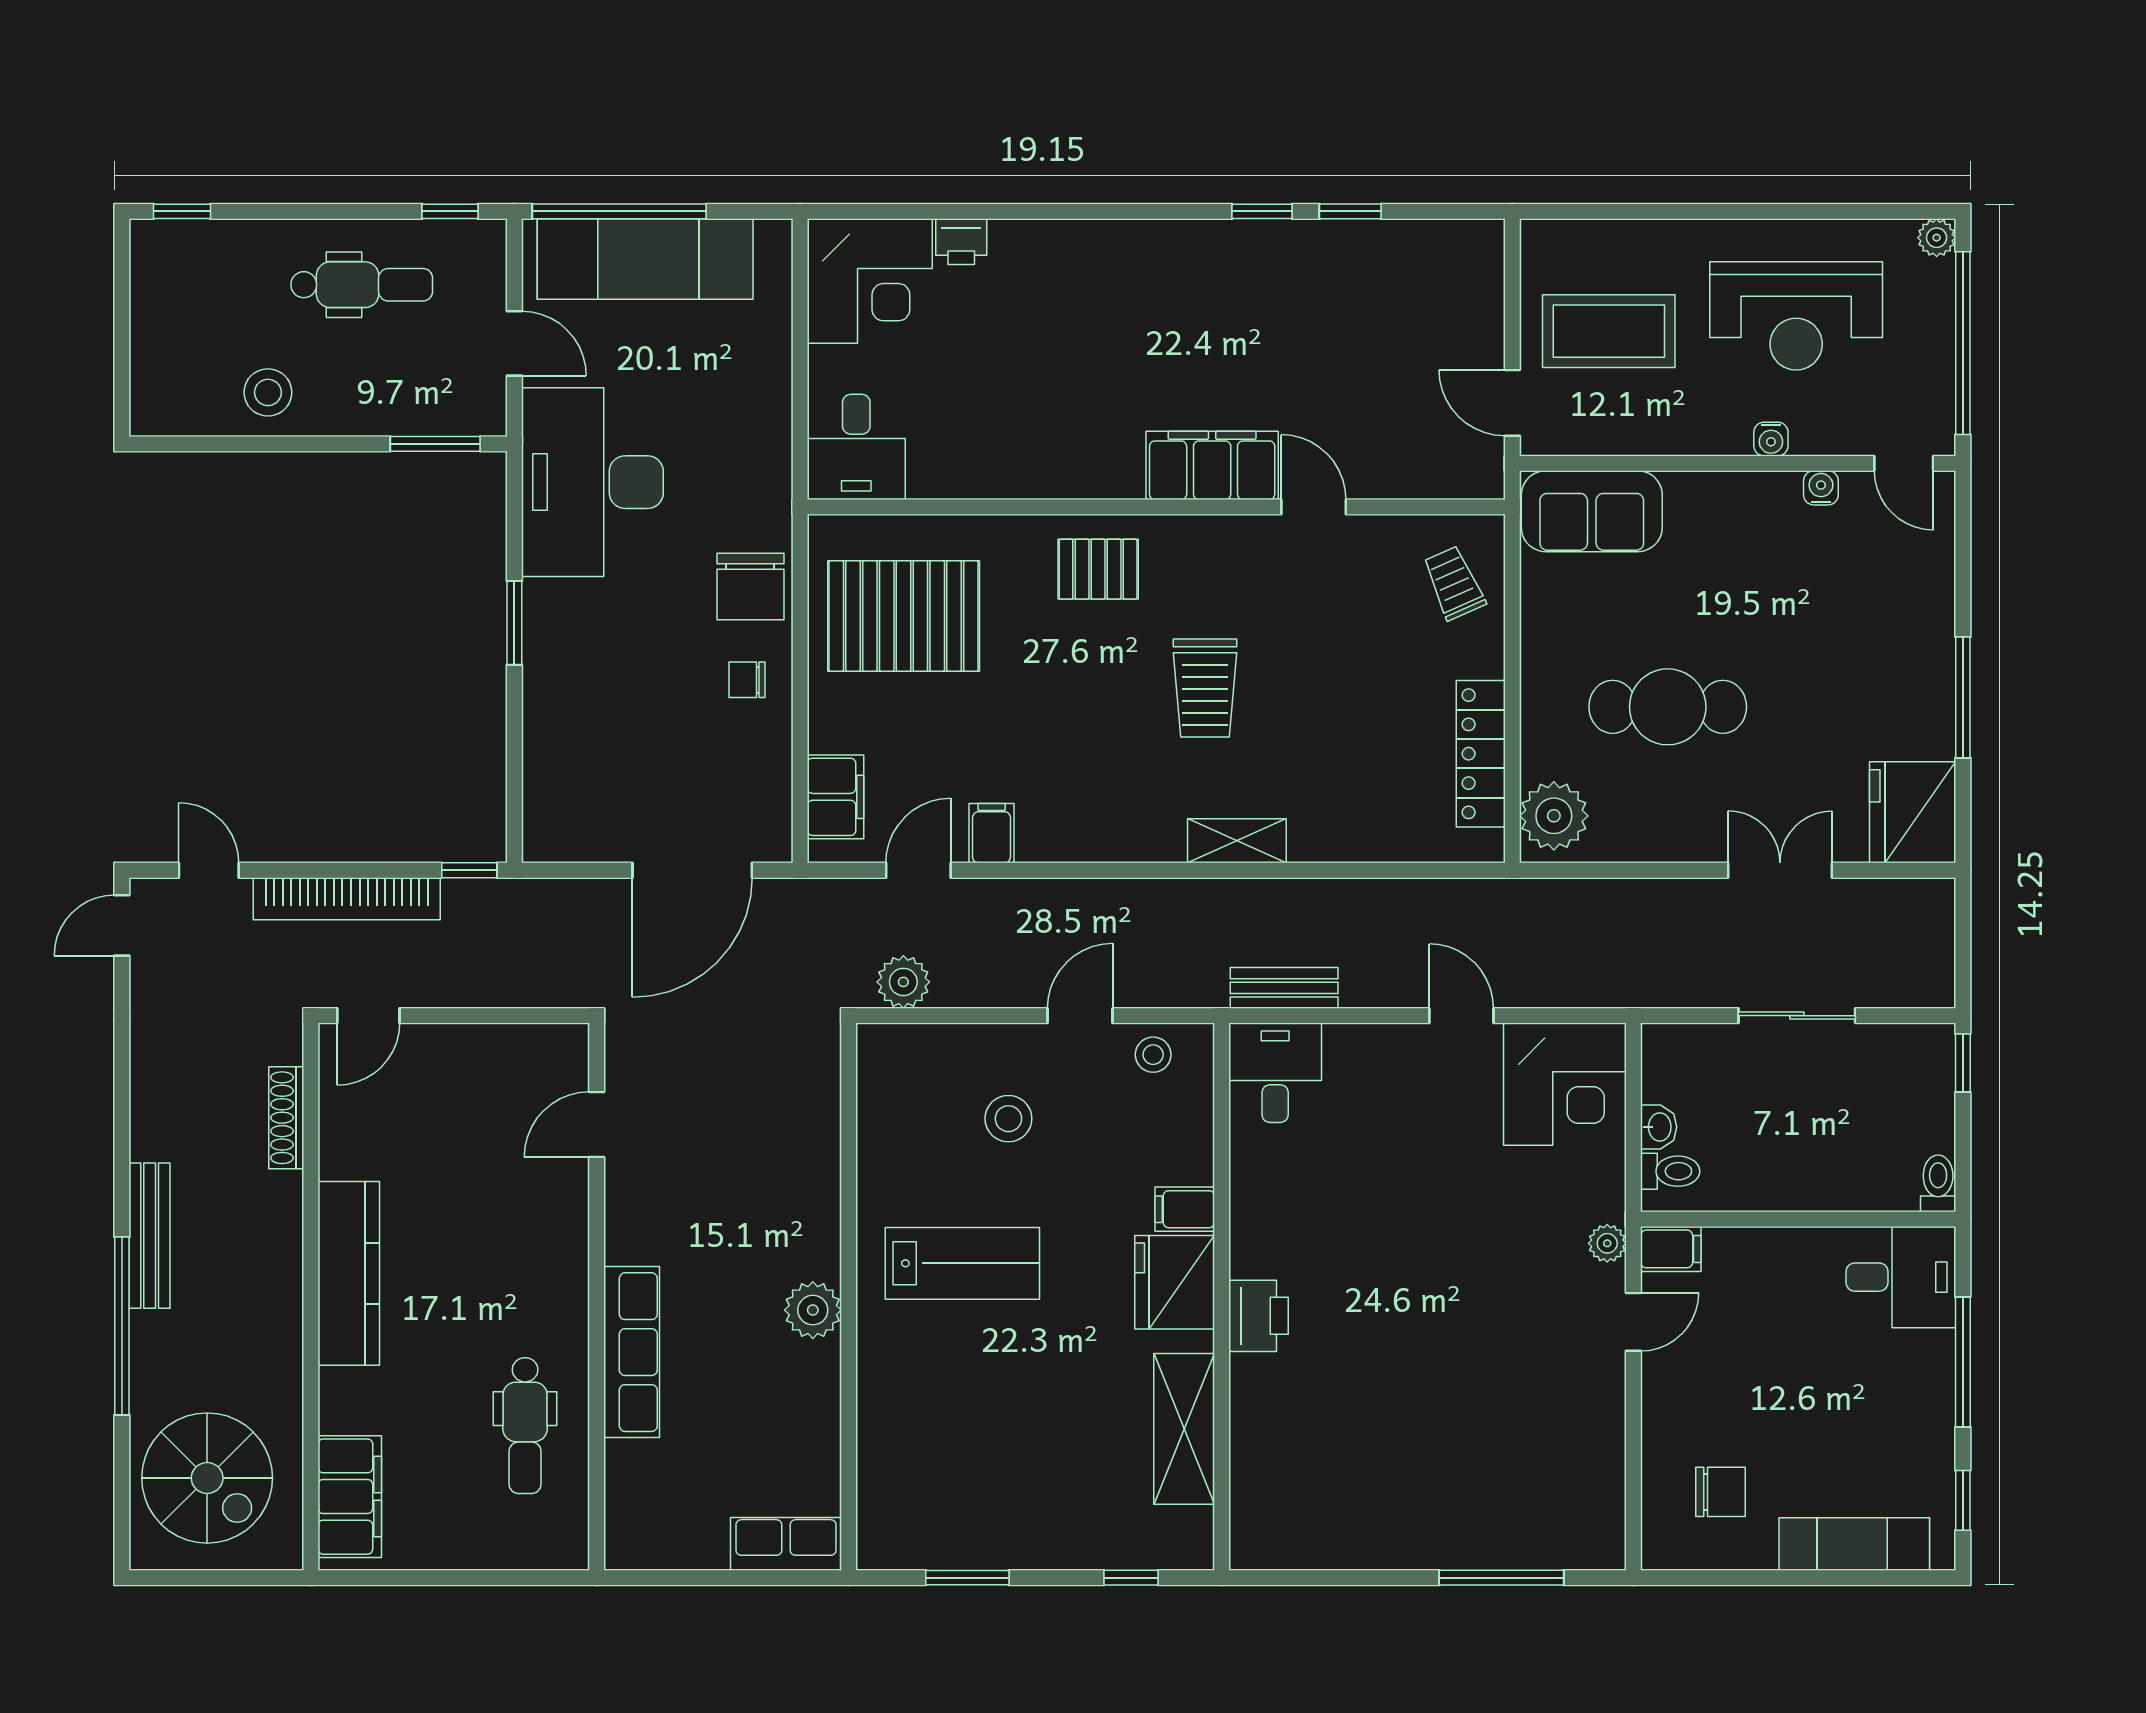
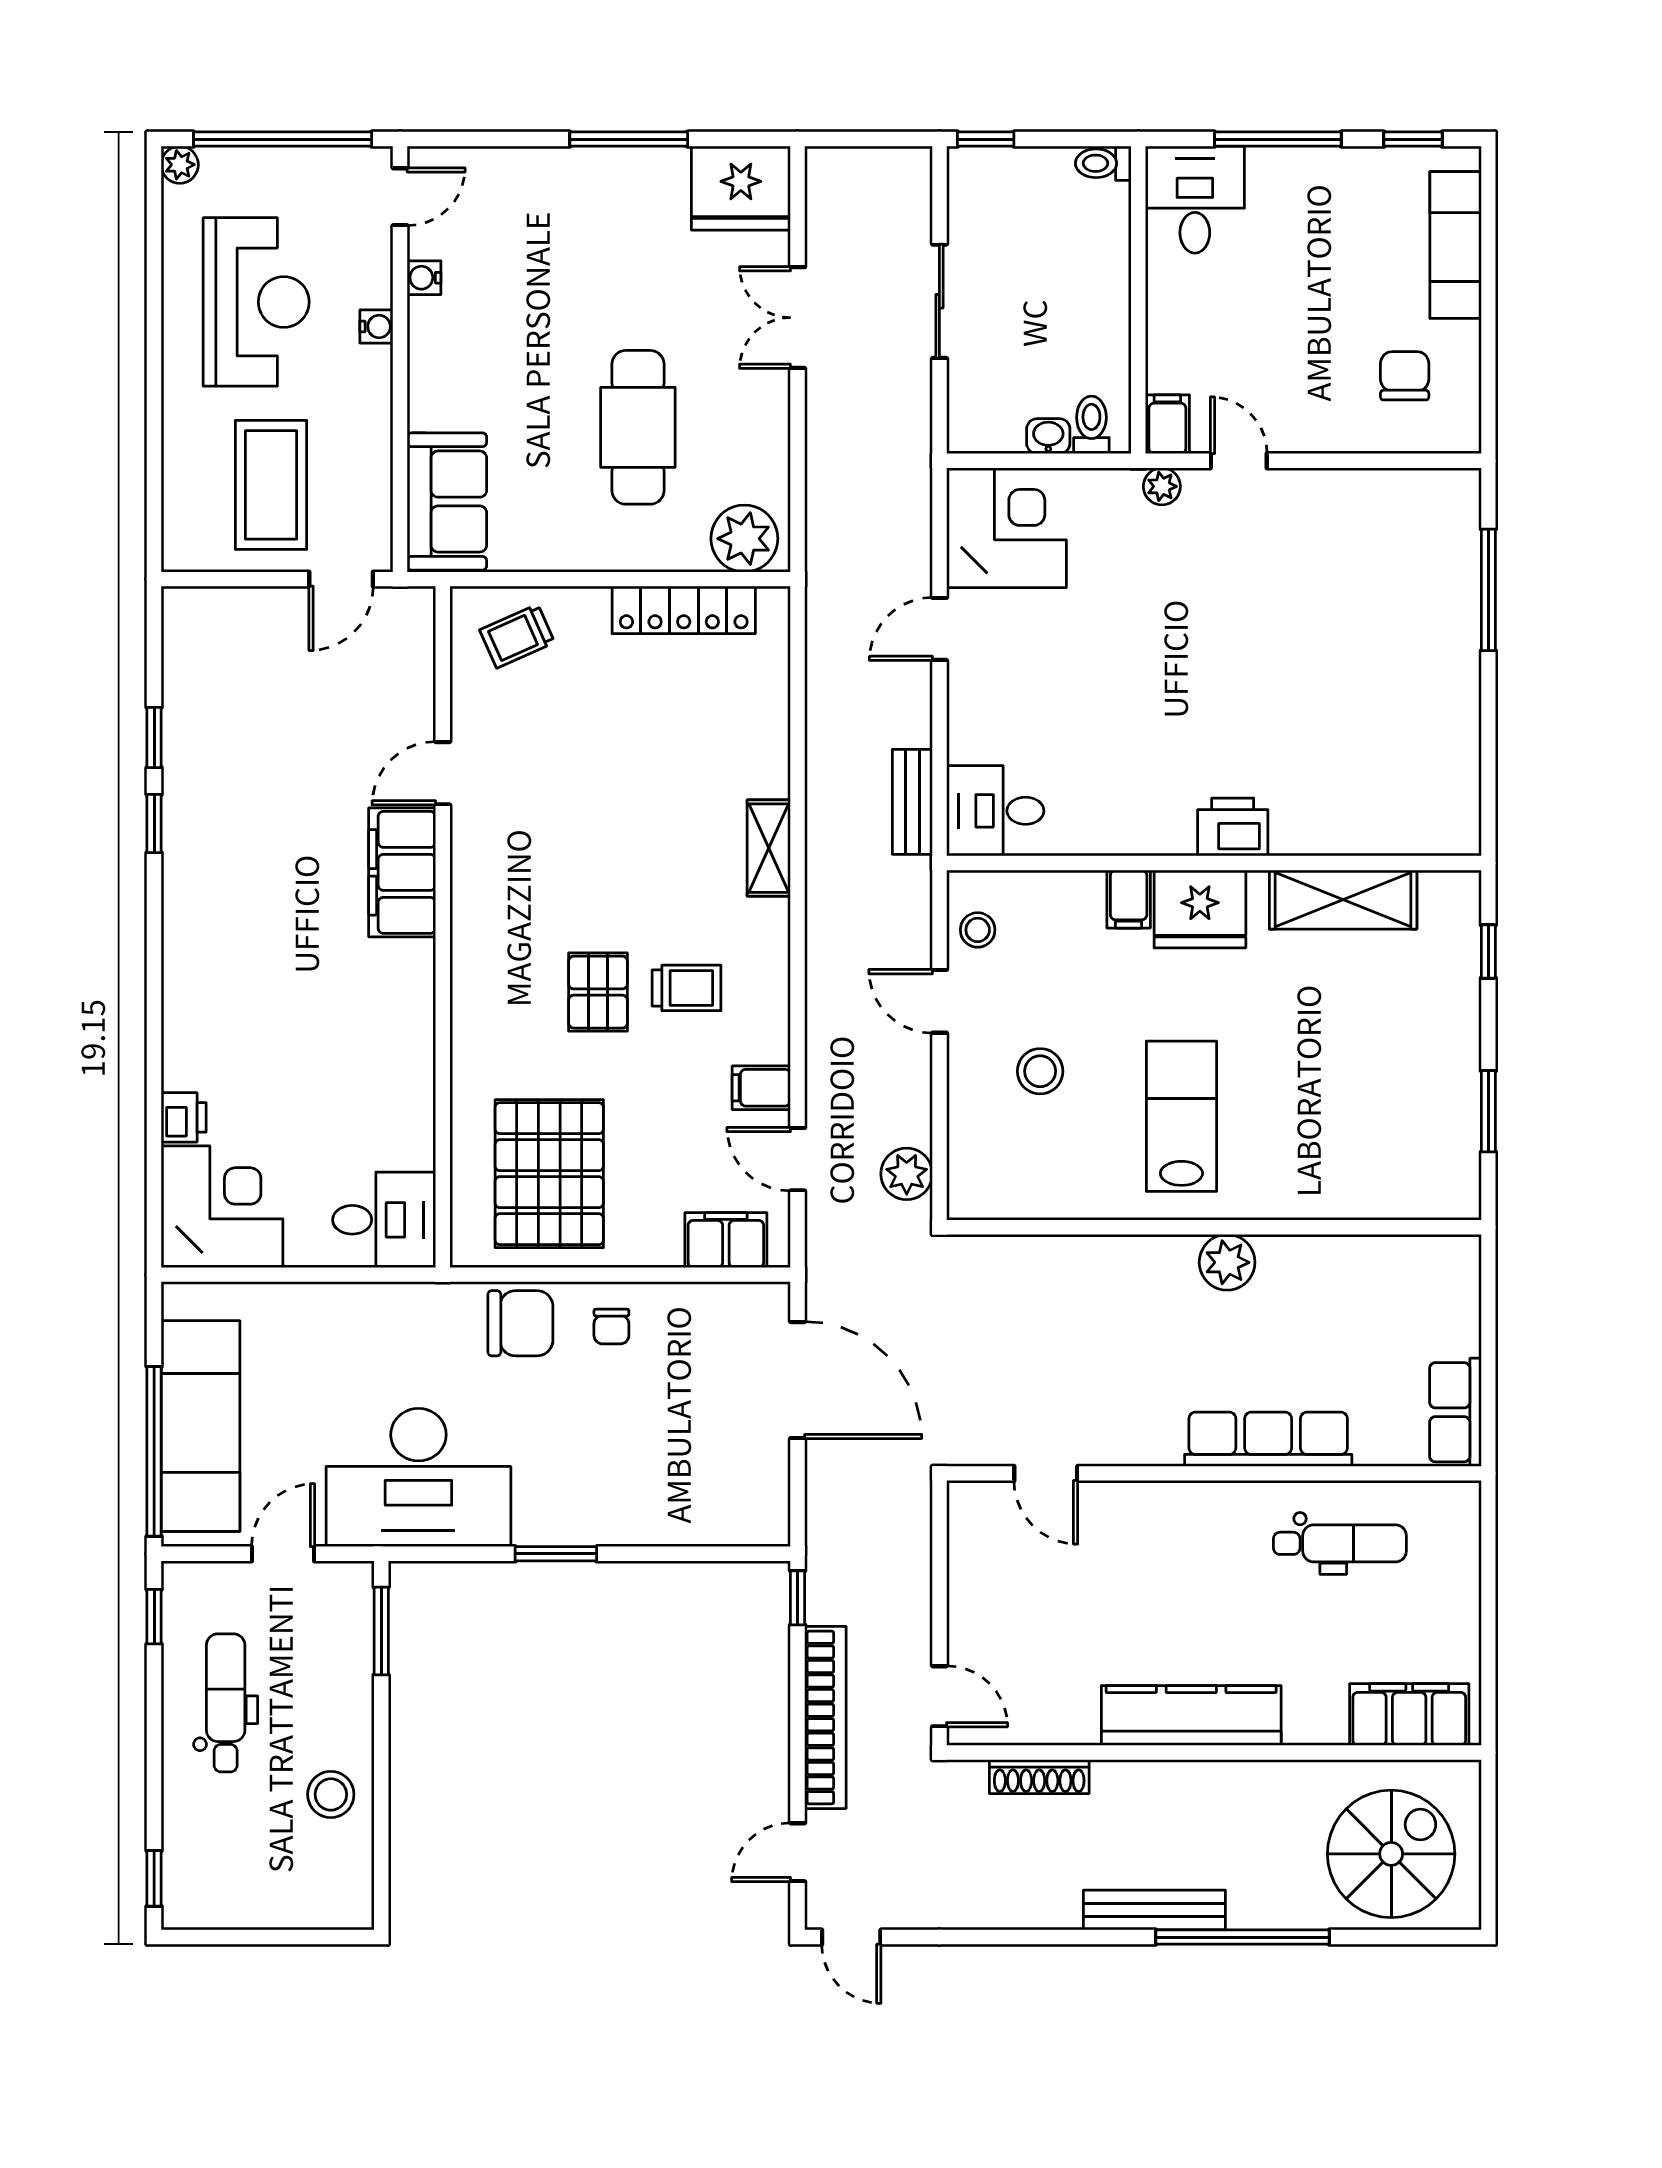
pallet: (1098, 569) -> (598, 992), moved
trolley: (1205, 688) -> (687, 988), moved, width x0.73, depth x0.72
row of seats: (786, 1544) -> (1455, 1412), moved

